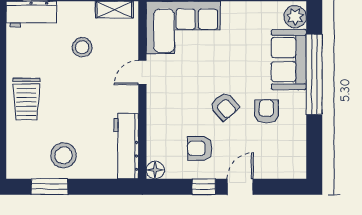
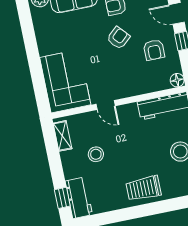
trolley: (26, 99) -> (144, 188), turned 180

